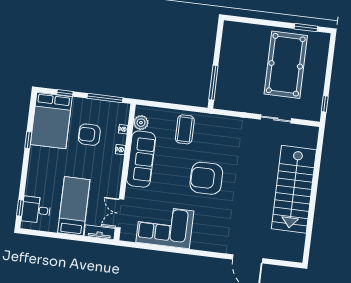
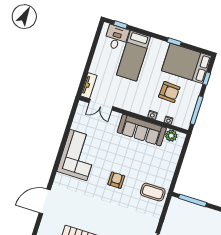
coffee table: (185, 129) -> (153, 192), moved
armchair: (89, 135) -> (169, 92), turned 93
armchair: (206, 178) -> (116, 180), width x0.53, depth x0.53
bed: (74, 206) -> (134, 56), moved, turned 90
double door: (120, 213) -> (101, 105), swing flipped
corner sofa: (165, 227) -> (78, 155), moved

